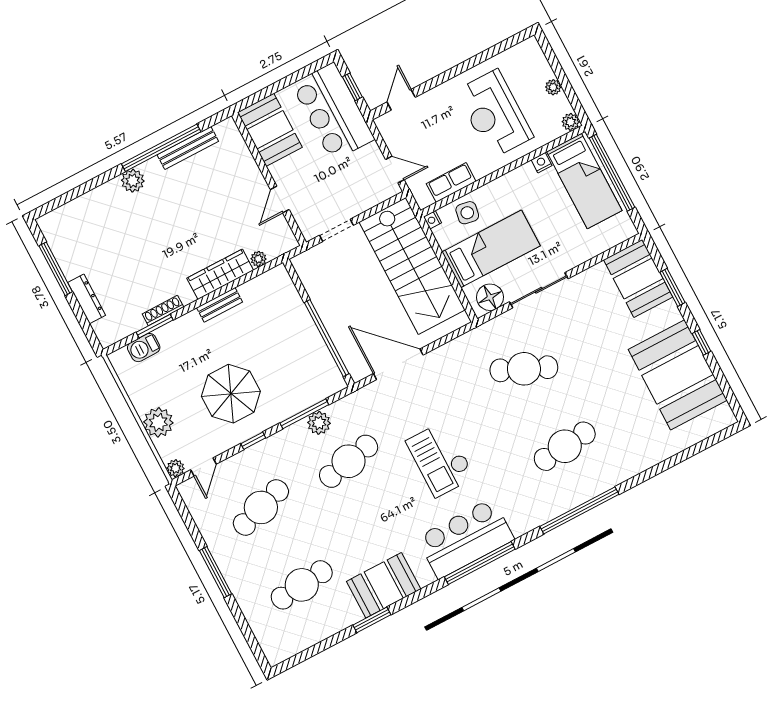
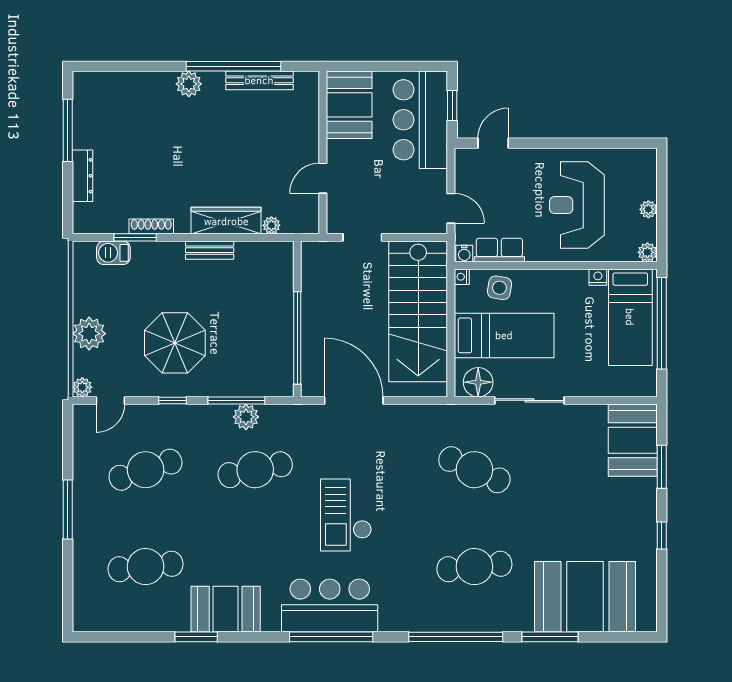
water cooler: (425, 200) -> (464, 254), added
booth: (678, 375) -> (585, 597), moved, turned 90
window: (655, 471) -> (550, 637), added

